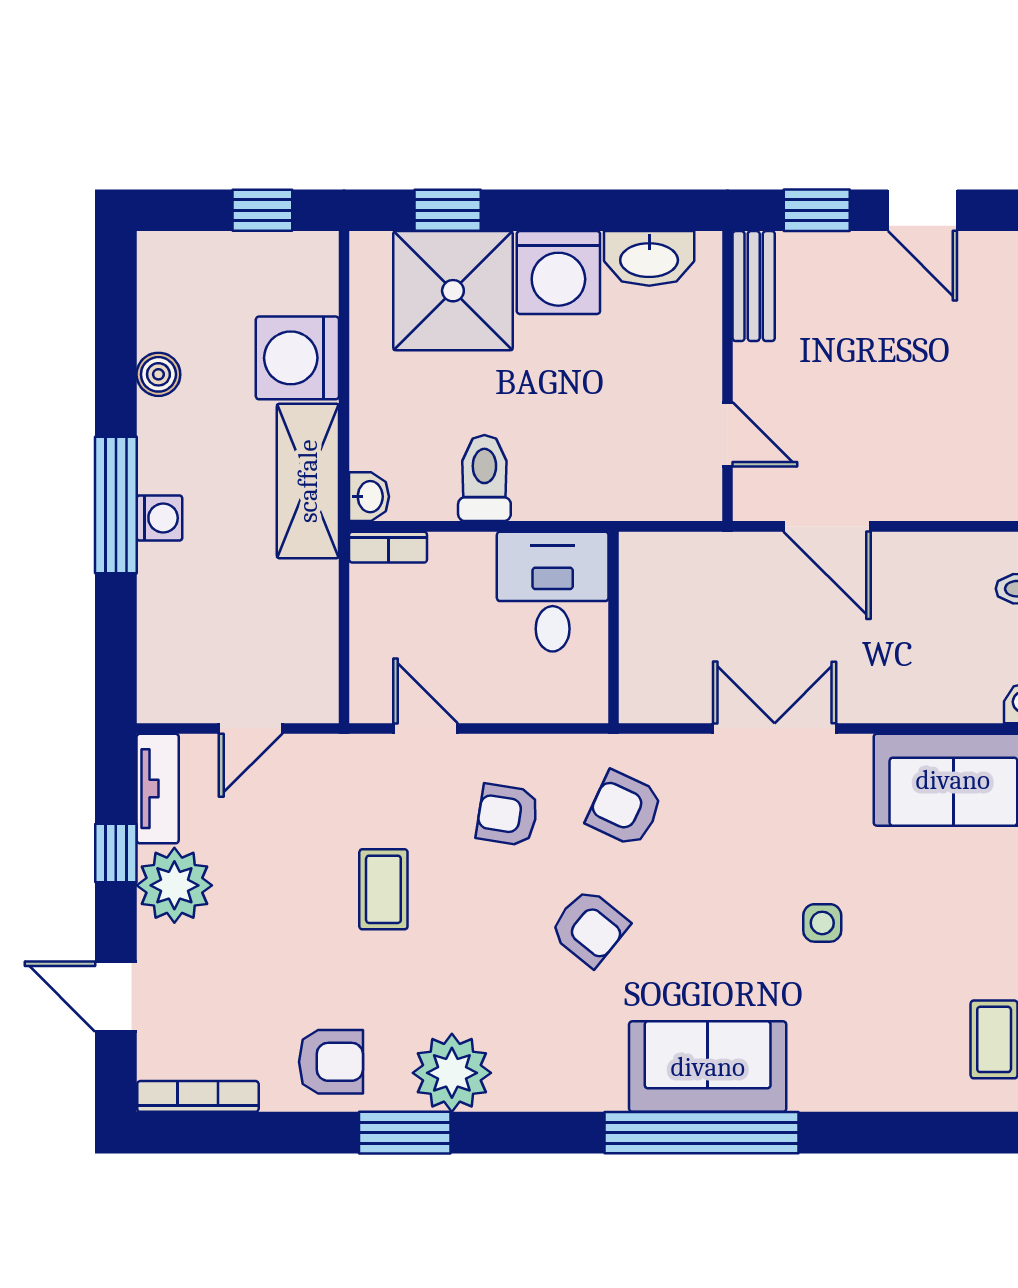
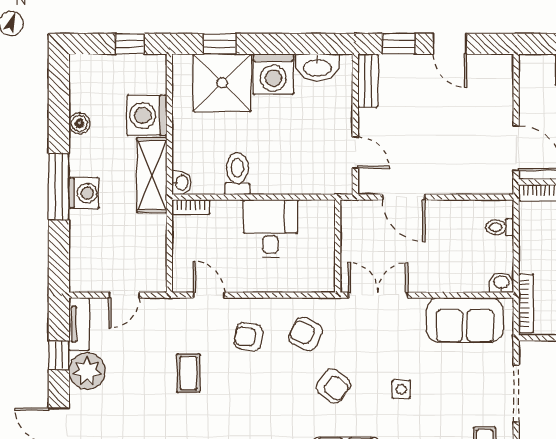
washing machine: (159, 518) -> (84, 193), width x1.38, depth x1.38
wall: (613, 627) -> (338, 246), moved
armchair: (589, 928) -> (333, 386), moved

